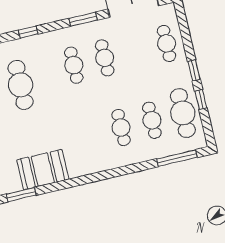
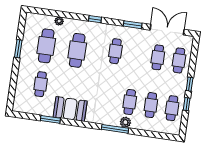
cafe table: (105, 58) -> (158, 57), moved
cafe table: (183, 113) -> (172, 108), width x0.73, depth x0.74
plant: (126, 158) -> (125, 122), added
window: (177, 158) -> (115, 129), moved

